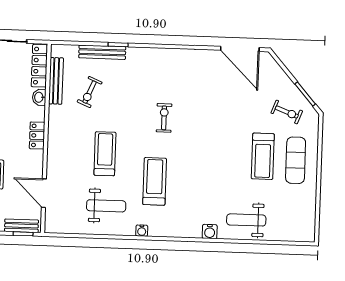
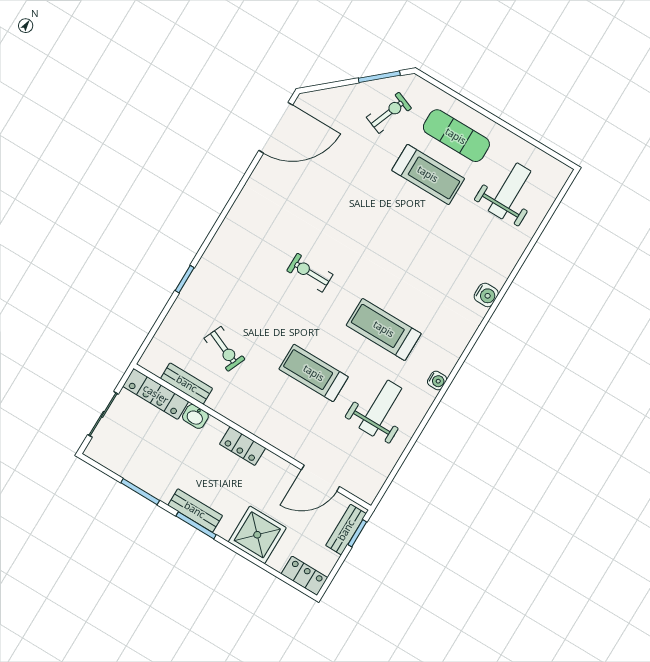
bench: (102, 52) -> (183, 305), removed
bench: (56, 81) -> (187, 384), width x0.73
weight bench: (246, 220) -> (510, 191), moved, turned 180

